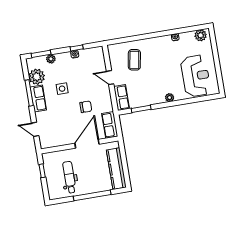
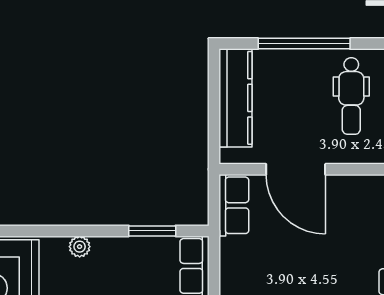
chair: (86, 107) -> (284, 258), removed
door: (87, 144) -> (296, 169), hinge flipped

